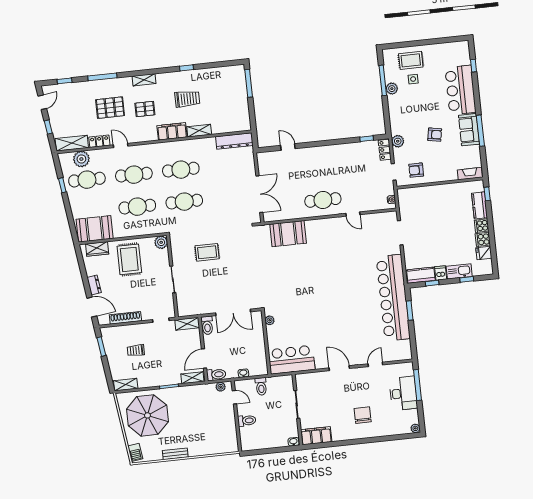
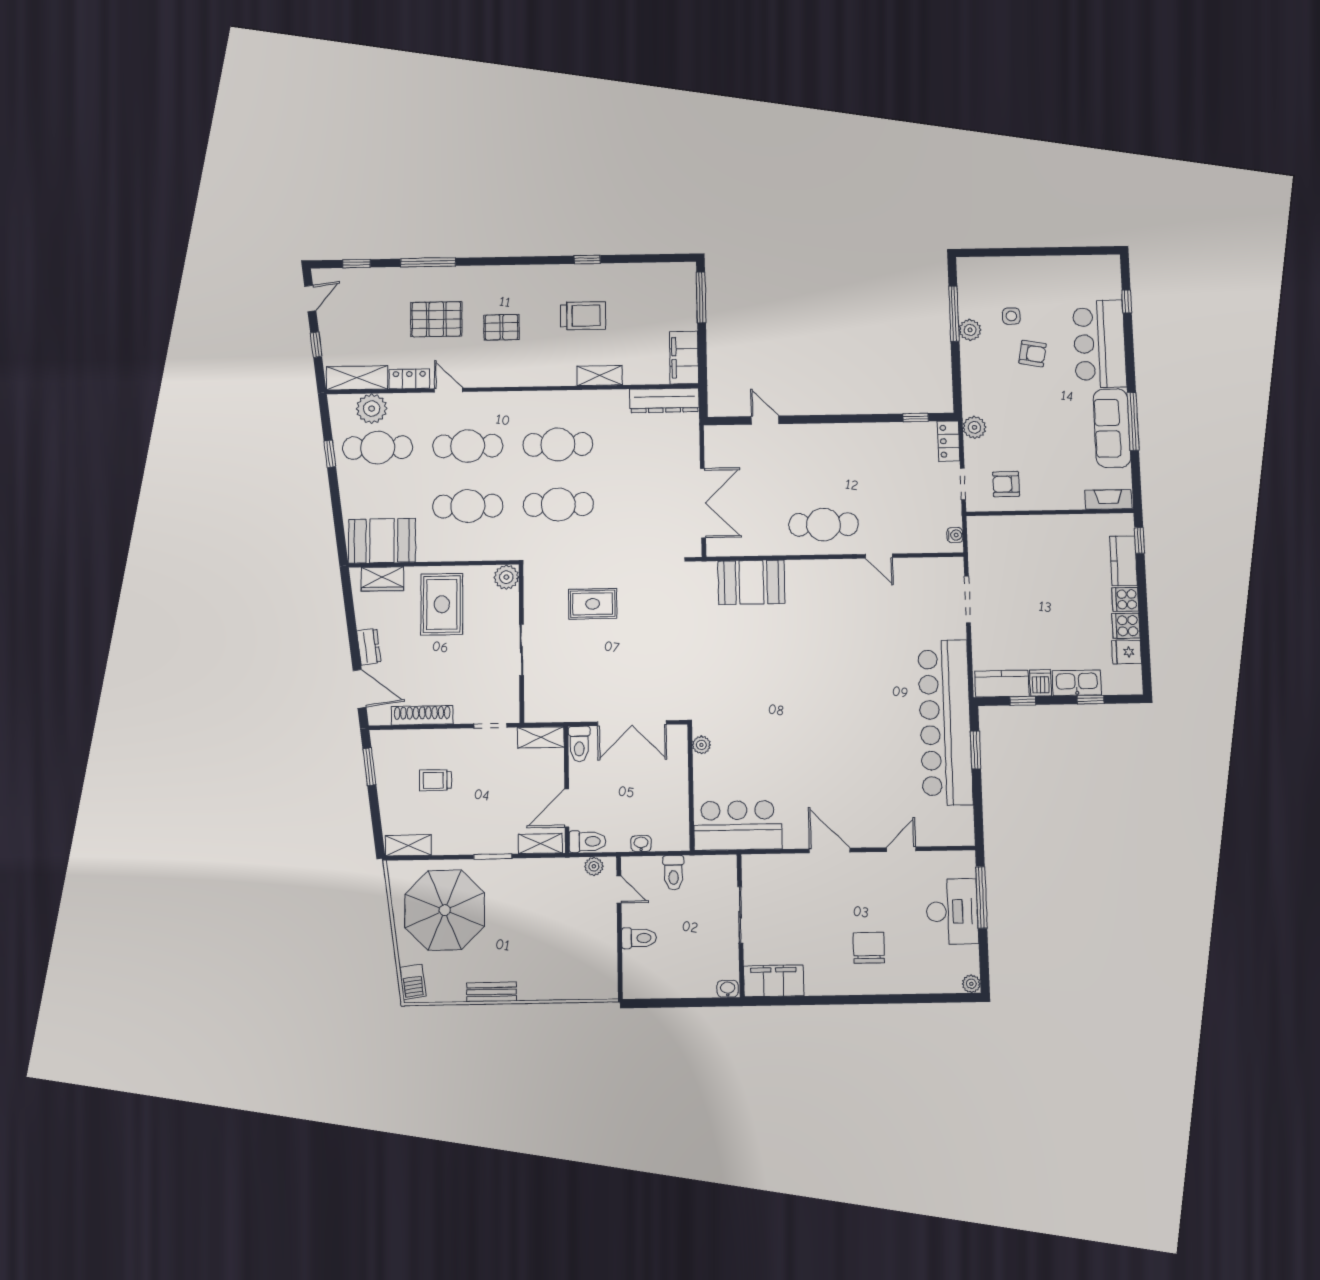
rug: (411, 60) -> (1009, 282), removed
shelving: (144, 80) -> (505, 274), removed
sofa: (469, 130) -> (1112, 428), width x1.36
filing cabinet: (172, 131) -> (684, 358), moved, turned -90
armchair: (435, 135) -> (1033, 354), moved

